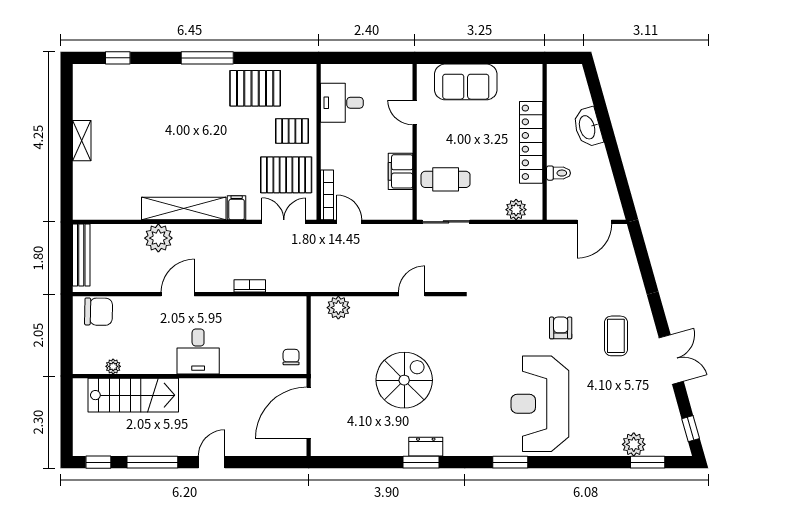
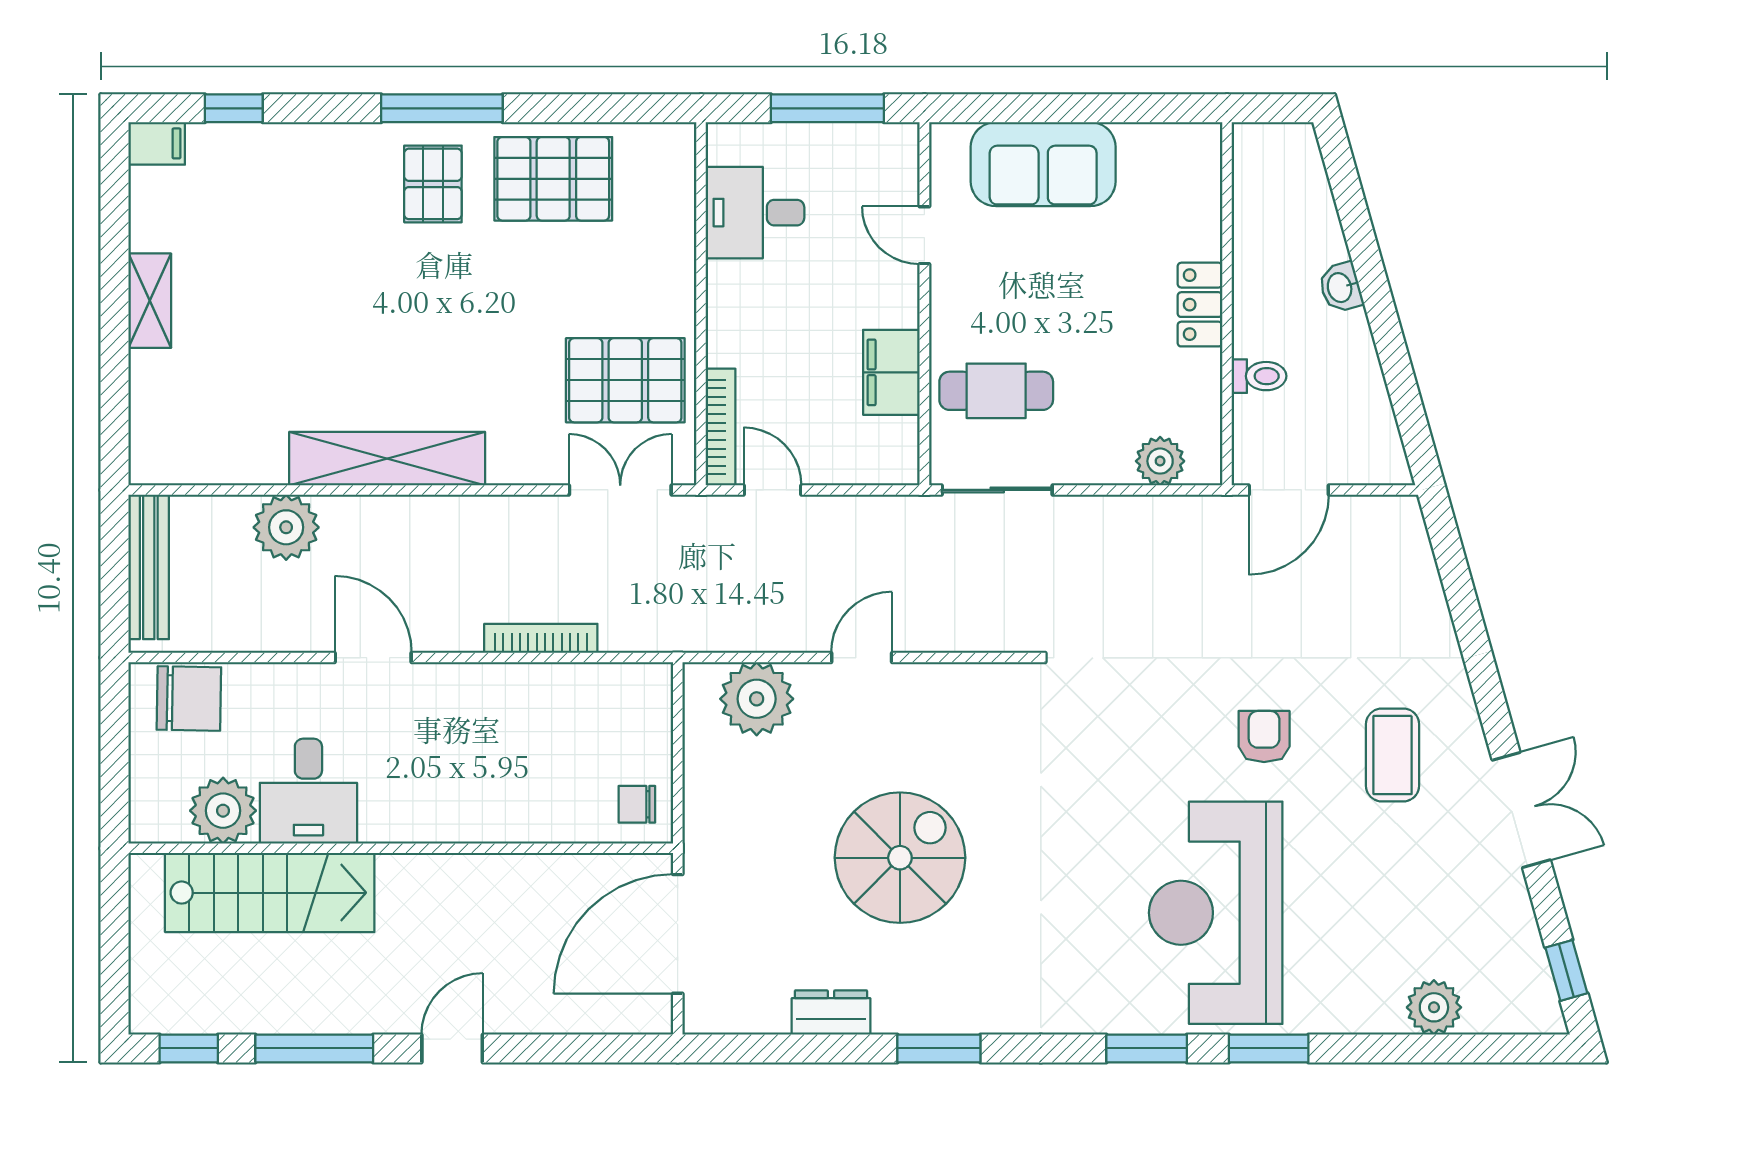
window: (373, 58) -> (827, 108), added
washbasin: (588, 127) -> (1341, 287), width x0.52, depth x0.69
pallet: (292, 131) -> (433, 184), moved, turned 90
locker: (531, 142) -> (1200, 305), width x0.46, depth x0.83
filing cabinet: (237, 208) -> (157, 143), moved, turned 90
door: (594, 222) -> (1289, 490), moved
plant: (158, 238) -> (286, 527), moved
bookcase: (250, 286) -> (541, 638), width x1.56
door: (178, 294) -> (373, 658), hinge flipped
door: (412, 294) -> (862, 658), moved
plant: (338, 308) -> (757, 699), width x1.36, depth x1.36
desk: (198, 351) -> (308, 791), moved
chair: (291, 357) -> (637, 804), turned -90
plant: (113, 366) -> (223, 811), width x1.87, depth x1.87
dresser: (426, 447) -> (831, 1012), moved
window: (648, 462) -> (1269, 1048), moved

